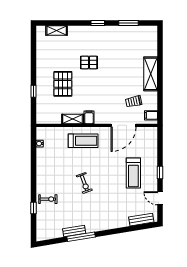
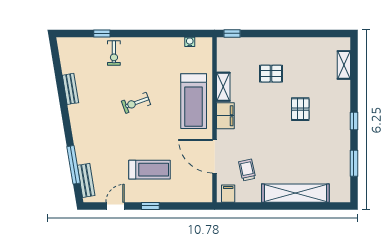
shelving: (151, 74) -> (295, 193), width x1.47
pallet: (63, 84) -> (271, 74), width x0.67, depth x0.71
window: (33, 91) -> (232, 33), moved
filing cabinet: (89, 117) -> (225, 116), width x2.00
treadmill: (83, 141) -> (194, 101), width x1.37, depth x1.37
treadmill: (133, 173) -> (150, 170), turned 180
window: (81, 237) -> (74, 165), moved

